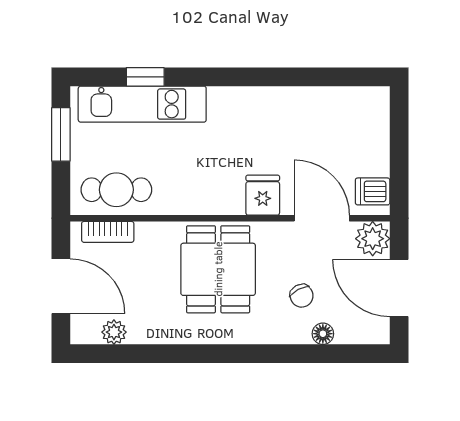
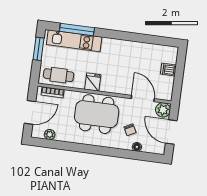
window: (145, 77) -> (77, 30), width x2.17
dishwasher: (373, 191) -> (168, 70), moved
fridge: (263, 195) -> (93, 82), moved
dining table: (218, 269) -> (97, 114), width x1.38
door: (61, 286) -> (30, 112), hinge flipped

